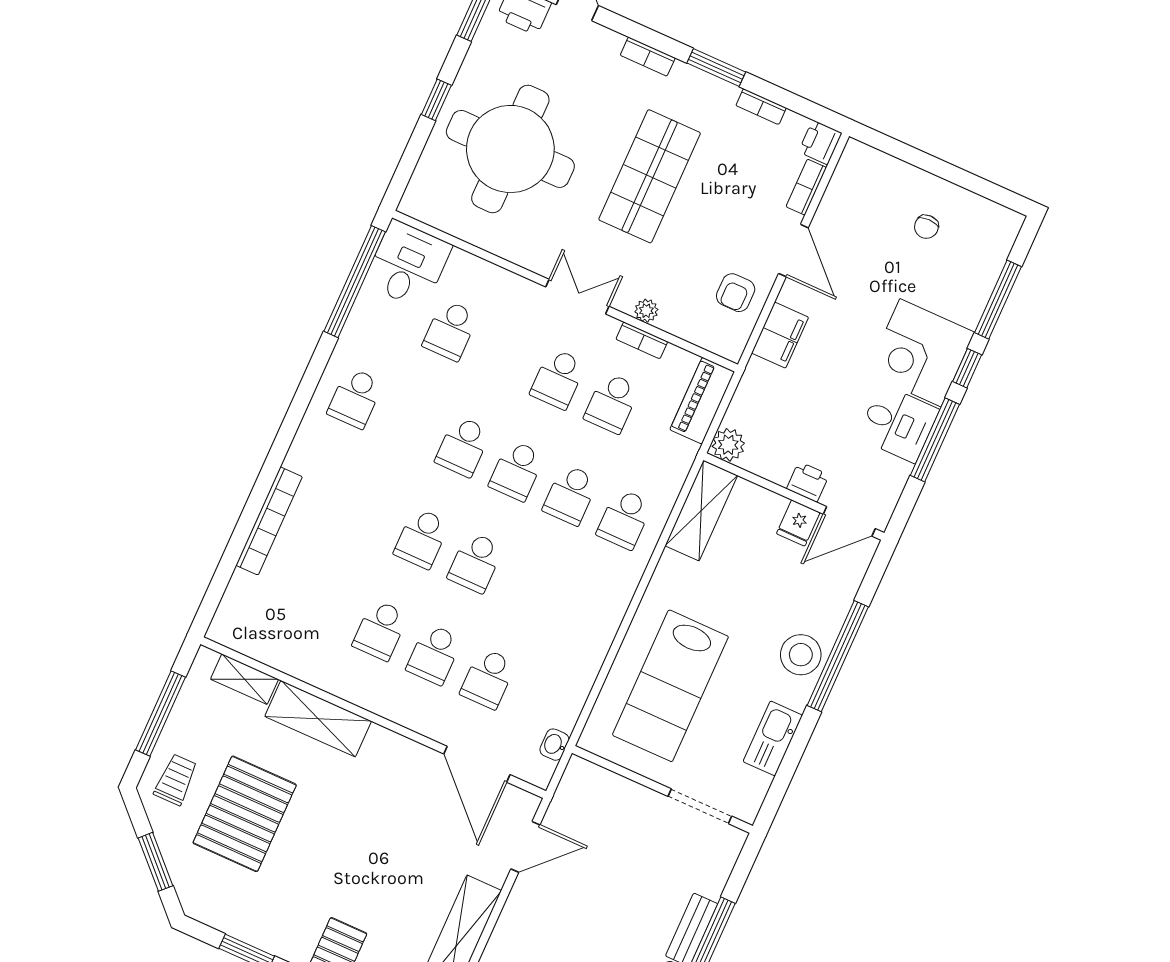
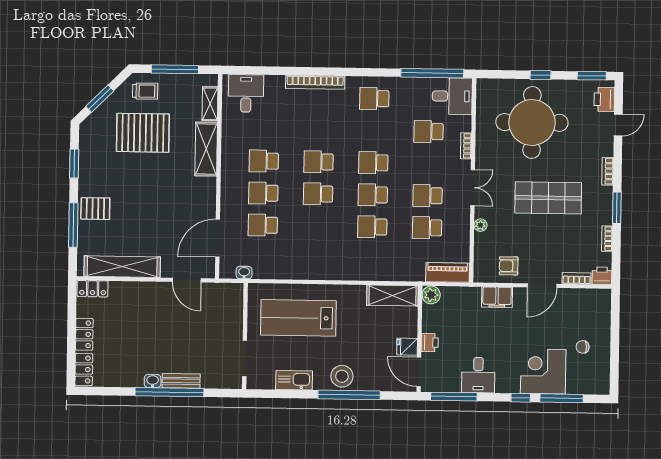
bookcase: (642, 340) -> (466, 146), moved
corner desk: (920, 353) -> (543, 371), moved
window: (935, 440) -> (454, 397), moved
school desk: (624, 519) -> (372, 259), removed
bookcase: (269, 521) -> (315, 82), moved
desk: (253, 611) -> (246, 93), added

